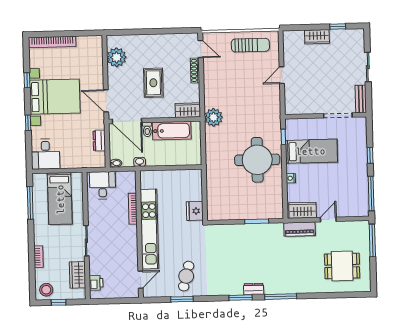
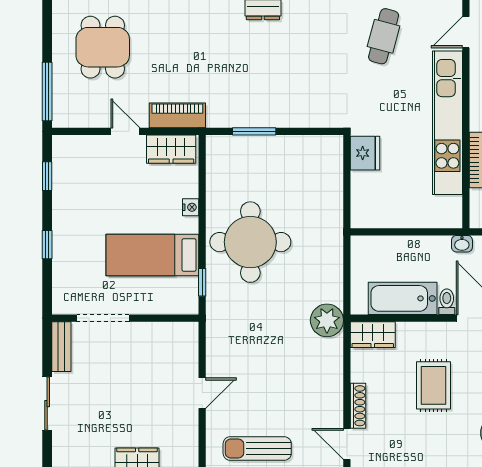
window: (371, 194) -> (47, 176), width x0.46
door: (328, 219) -> (125, 131), swing flipped
dining table: (342, 266) -> (103, 47), turned 90

